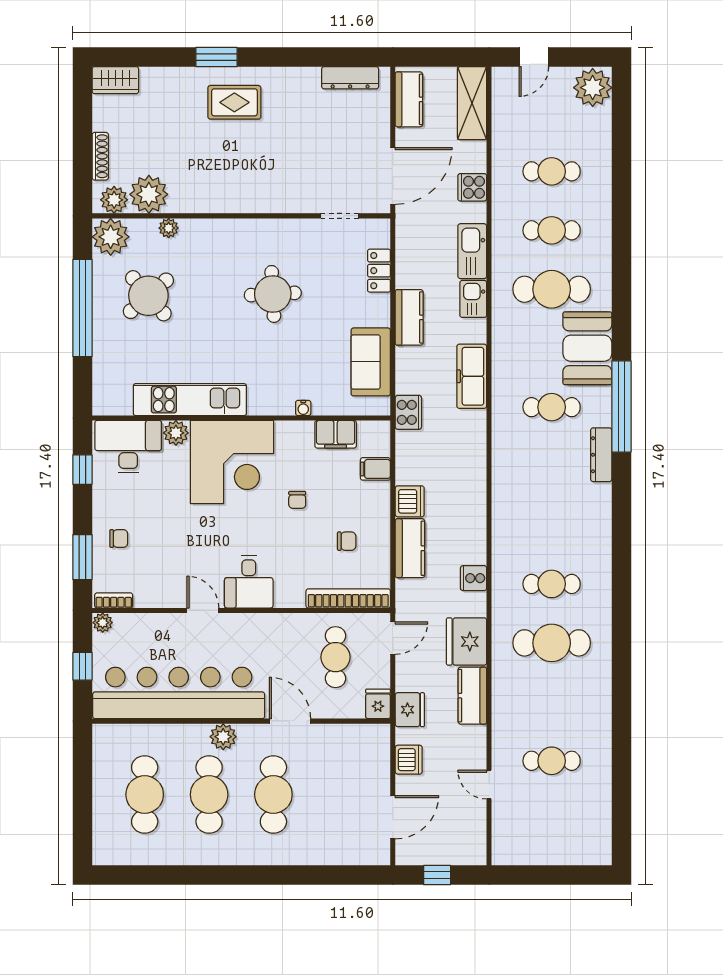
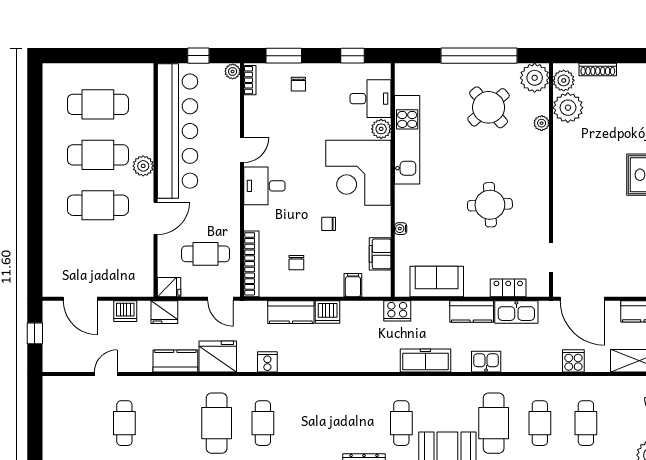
kitchen sink: (472, 251) -> (516, 312), moved, turned 180
desk: (128, 446) -> (370, 99), width x0.73

